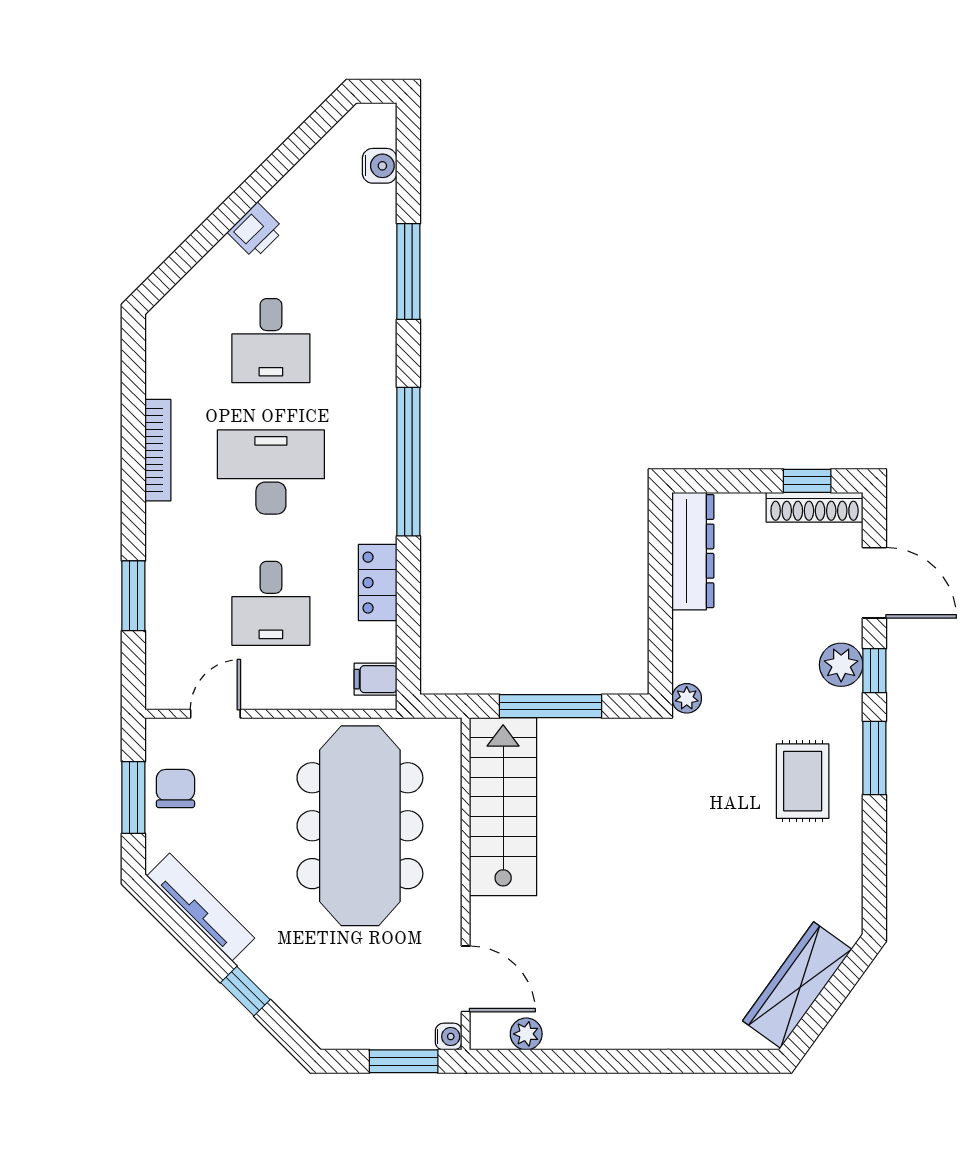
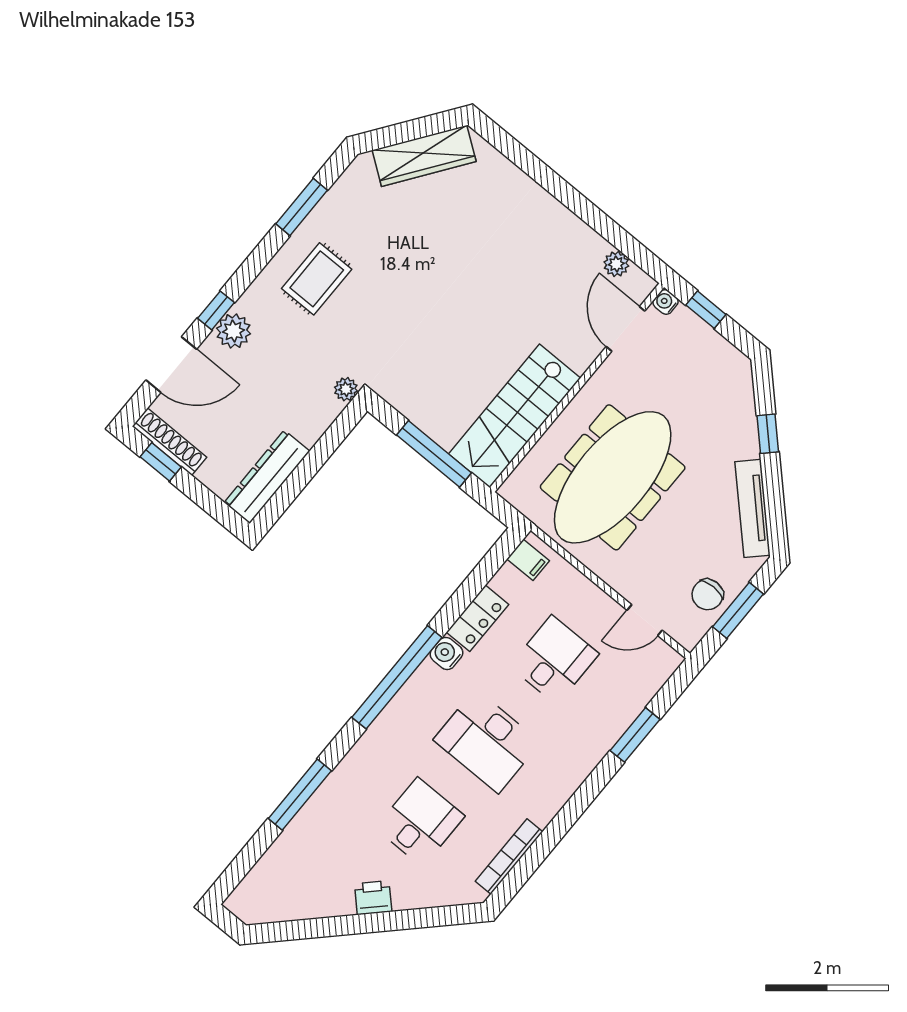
water cooler: (380, 166) -> (446, 653), moved
bookcase: (158, 450) -> (509, 857), moved
door: (874, 583) -> (171, 365), swing flipped
window: (874, 758) -> (302, 207), moved
window: (404, 1061) -> (706, 310), width x0.67

